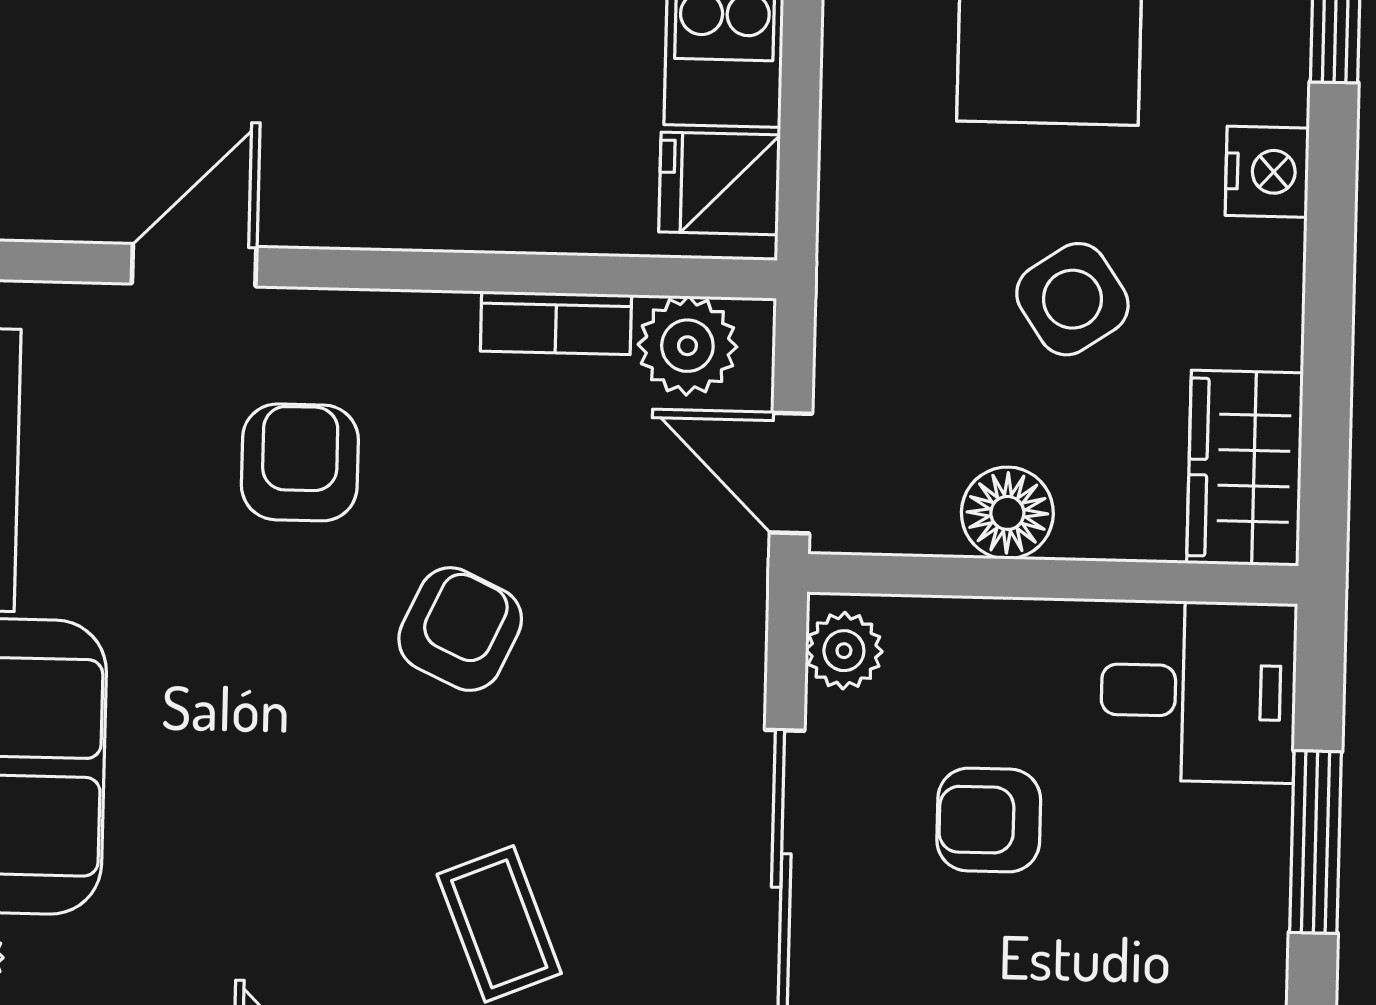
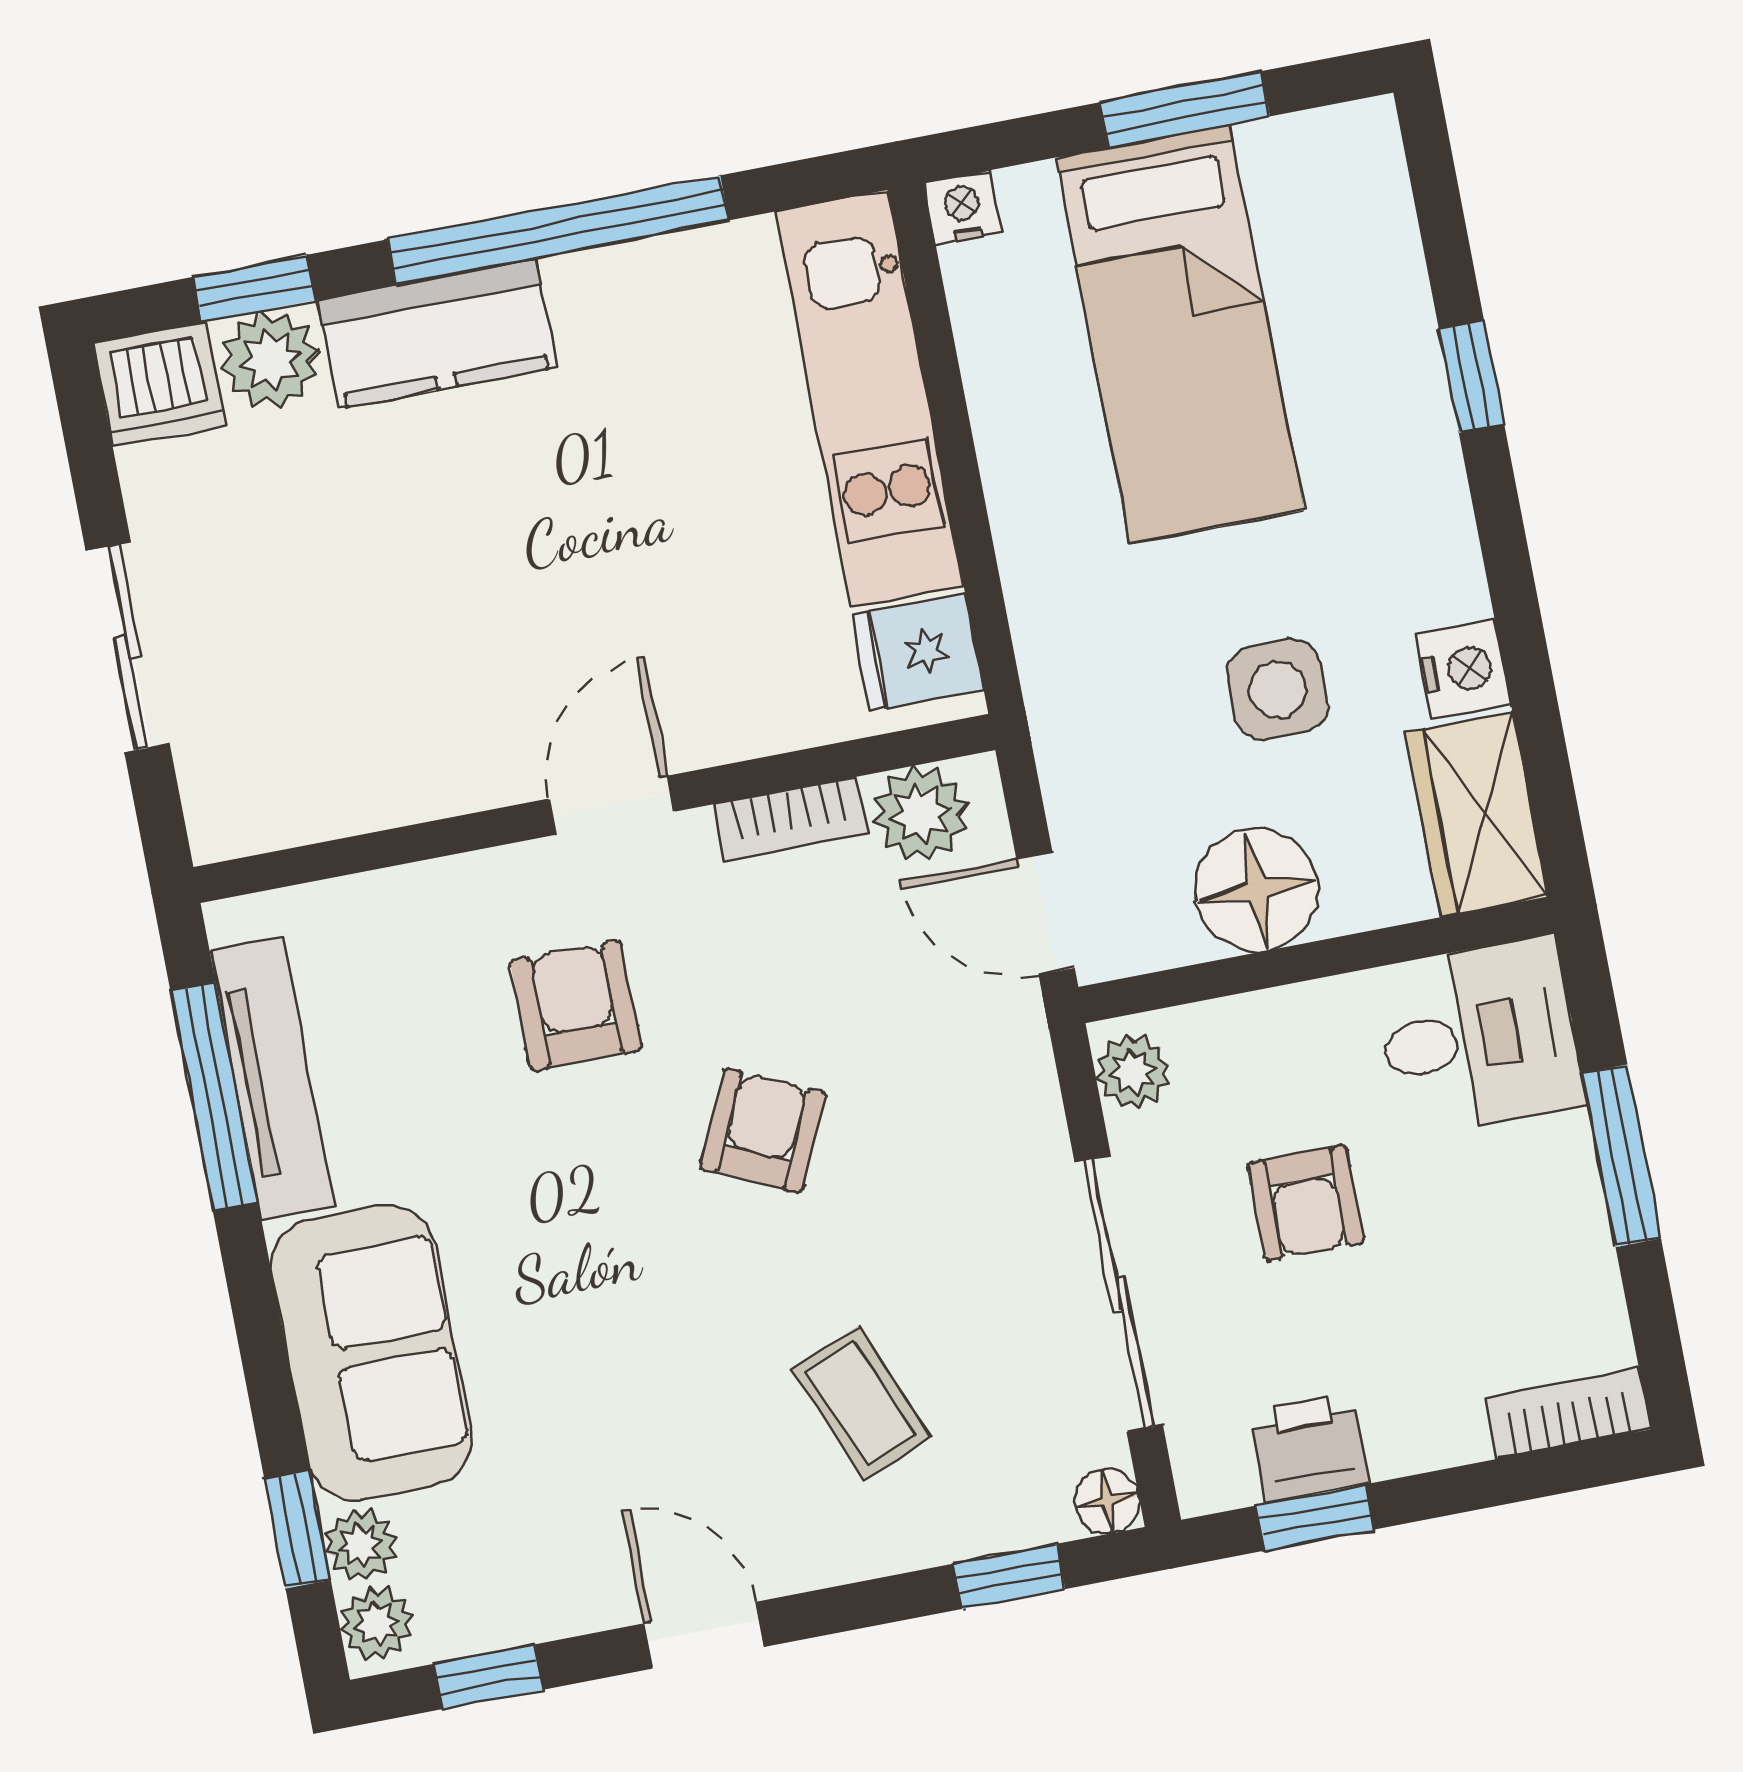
nightstand: (1267, 172) -> (1464, 669), moved
door: (194, 265) -> (612, 805), moved
side table: (1072, 299) -> (1277, 689), turned 34
floor lamp: (1007, 513) -> (1257, 890), width x1.38, depth x1.38
armchair: (989, 820) -> (1306, 1203), turned -90

